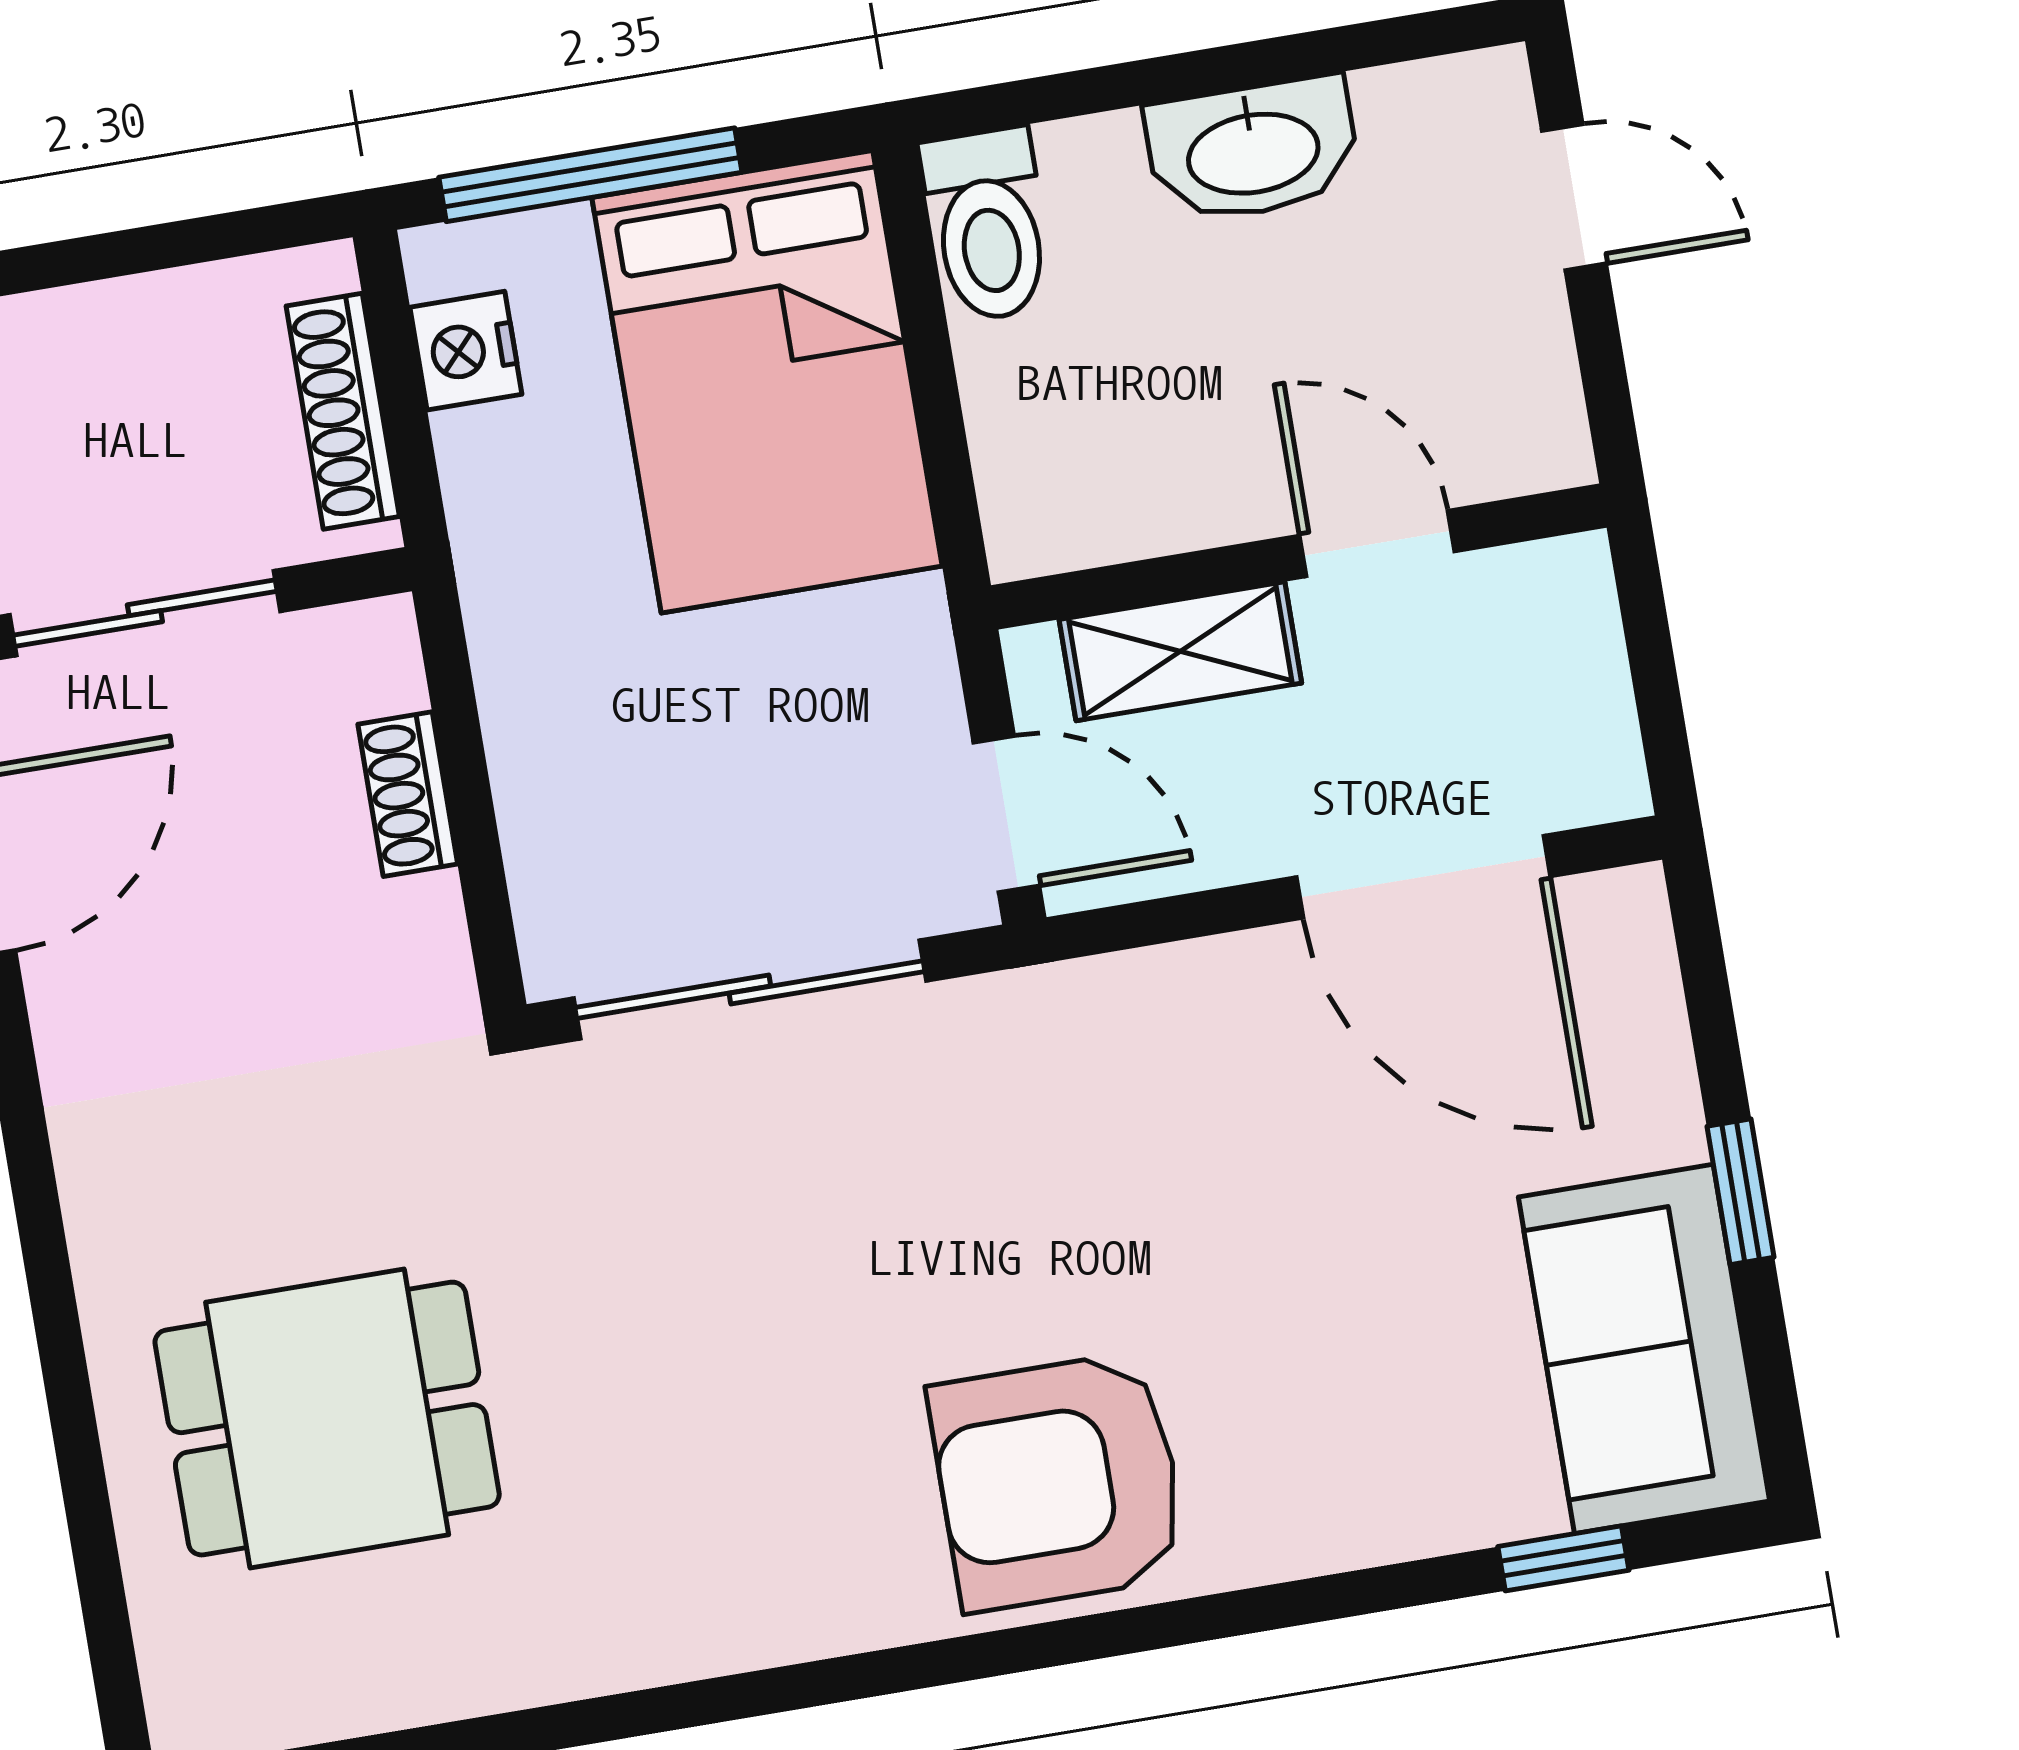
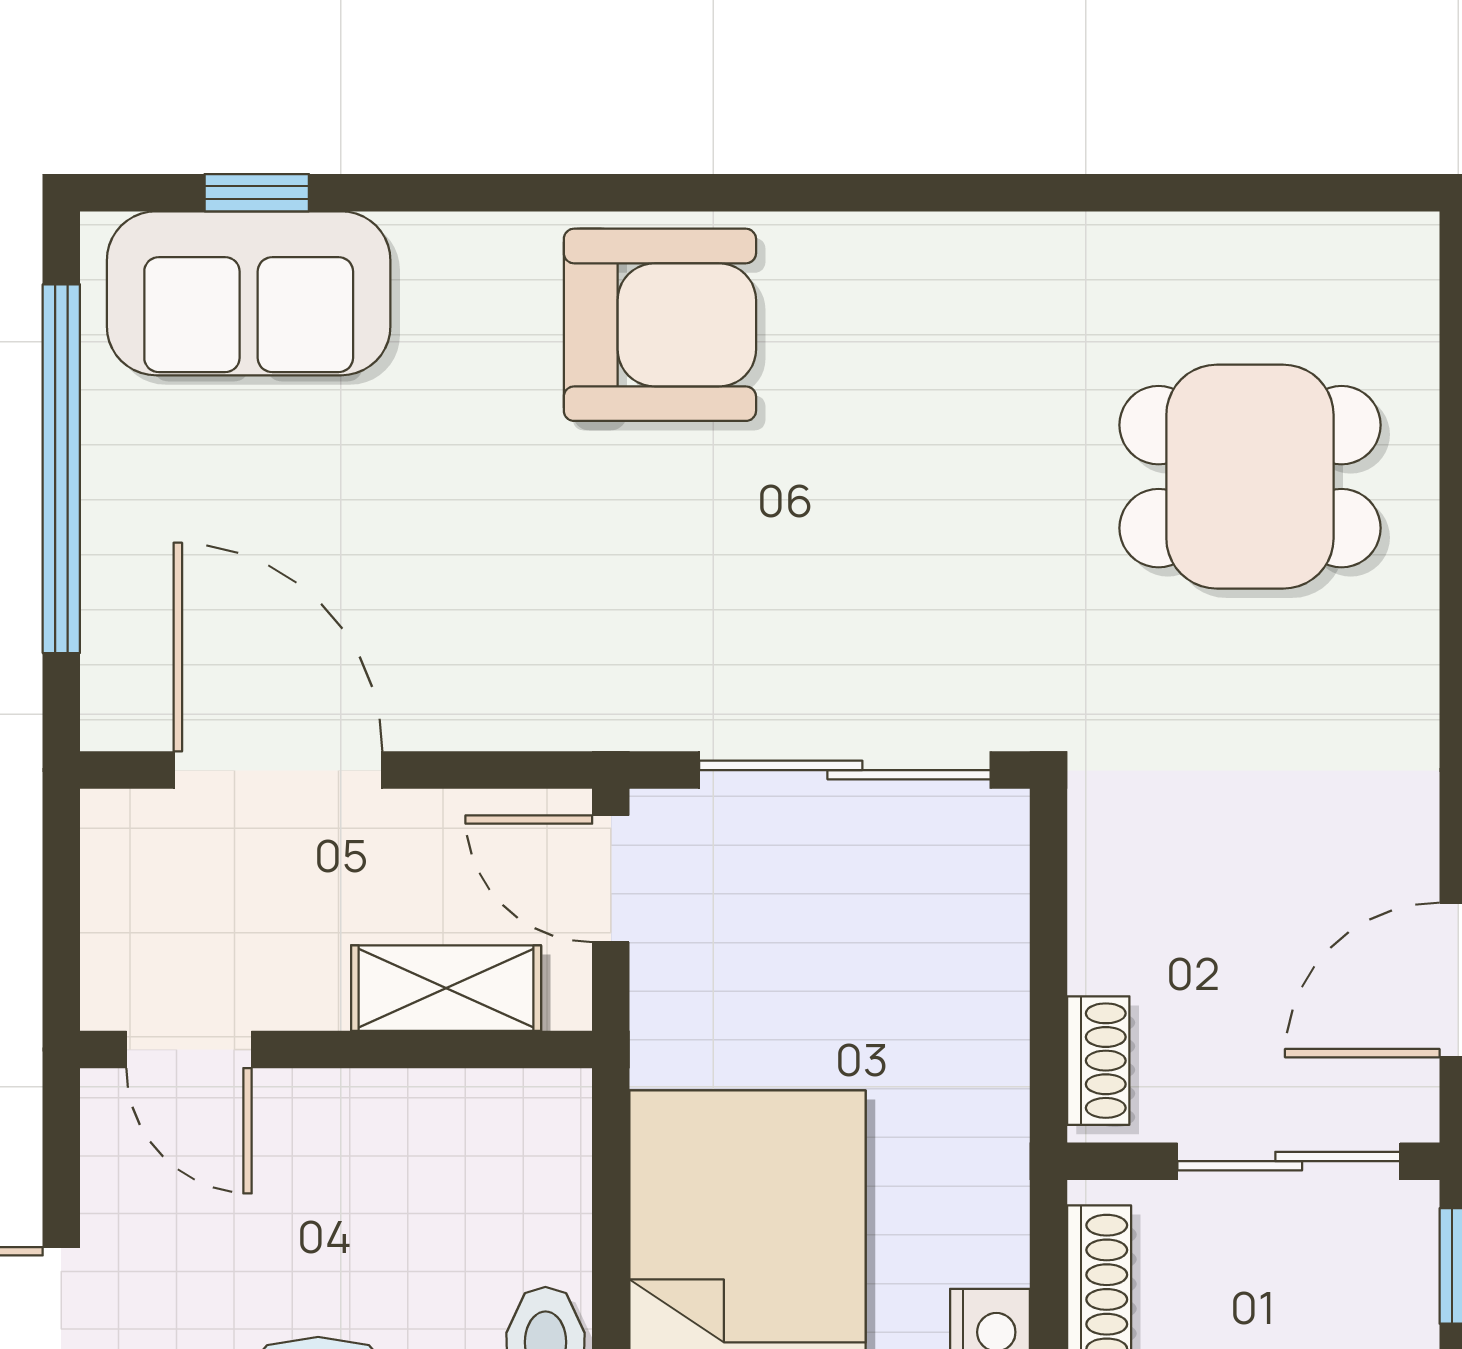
door: (1377, 543) -> (189, 1049), moved
shoe rack: (408, 794) -> (1098, 1061), moved
window: (1740, 1192) -> (61, 469), width x3.17
sofa: (1644, 1349) -> (249, 293), moved, turned 90

